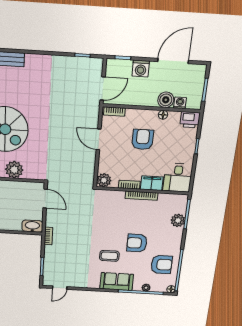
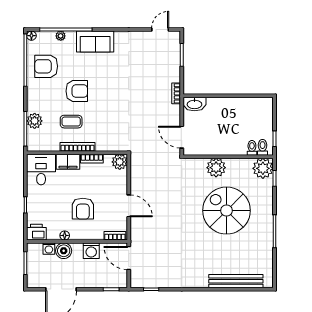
washing machine: (141, 69) -> (91, 251), moved, turned 180
door: (103, 89) -> (129, 258), hinge flipped
coffee table: (109, 256) -> (71, 122), moved

